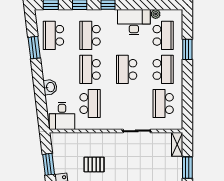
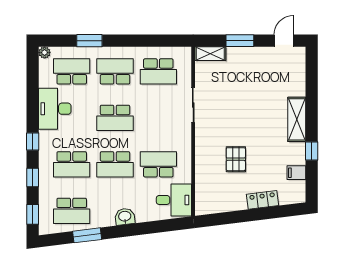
plant: (156, 14) -> (45, 53), moved
washbasin: (50, 87) -> (125, 217), moved
window: (49, 164) -> (236, 217), removed

